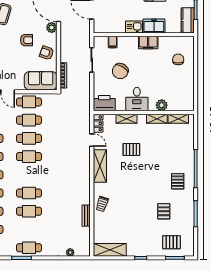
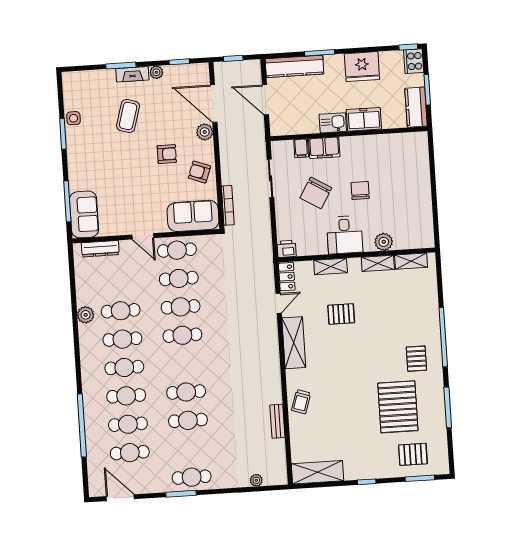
filing cabinet: (148, 43) -> (324, 148), moved
chair: (178, 59) -> (360, 190), moved
printer: (104, 103) -> (287, 249), width x0.53, depth x0.68
door: (92, 140) -> (279, 303), hinge flipped
pallet: (164, 211) -> (398, 407), width x2.05, depth x2.00

